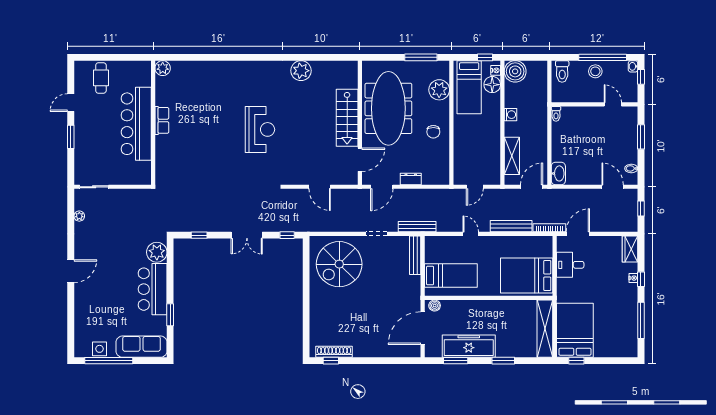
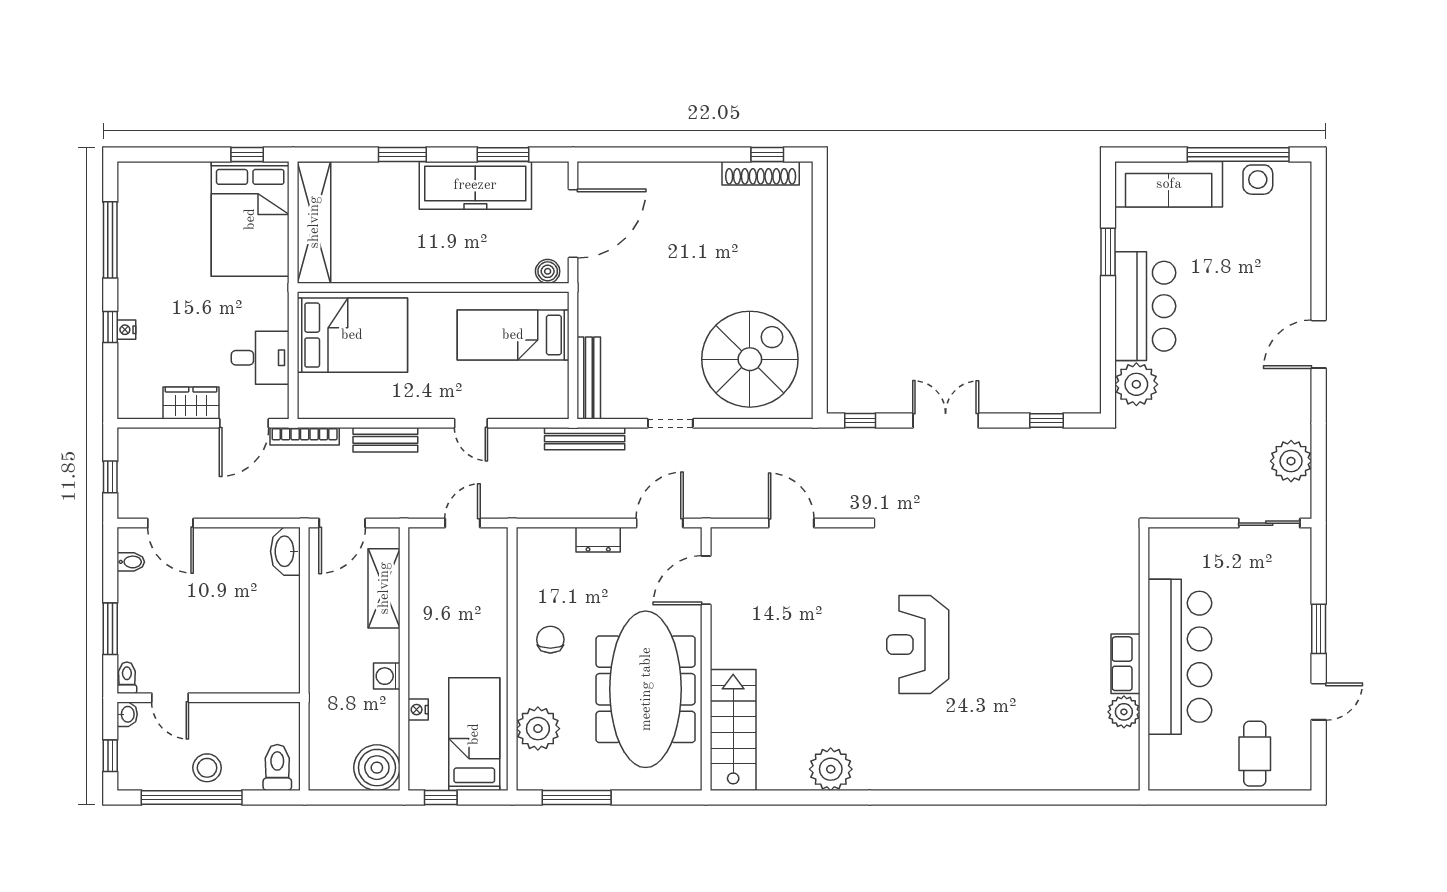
washbasin: (633, 66) -> (127, 714), moved
plant: (163, 68) -> (1124, 712), moved
nightstand: (496, 70) -> (418, 710), moved
floor lamp: (492, 85) -> (425, 740), removed
toilet: (556, 114) -> (127, 678), moved
stairs: (347, 118) -> (733, 730), moved
plant: (79, 216) -> (1291, 461), width x1.87, depth x1.87
bench: (511, 226) -> (385, 440), width x0.73
wardrobe: (630, 249) -> (191, 403), moved, turned -90

